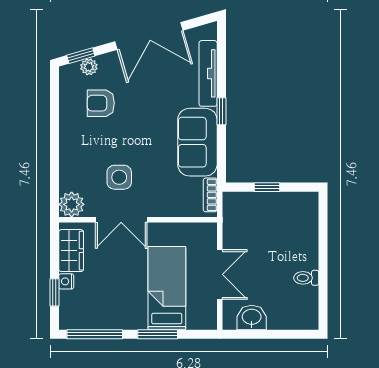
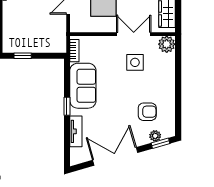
tv unit: (208, 73) -> (76, 131), width x0.71
window: (267, 187) -> (23, 56), moved

